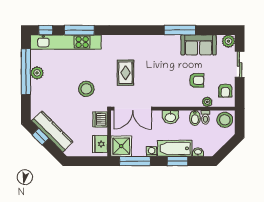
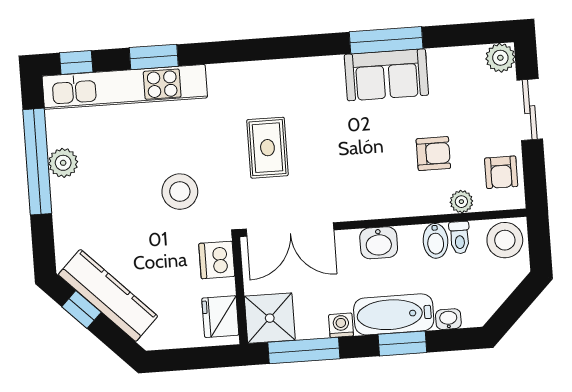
window: (79, 30) -> (154, 57), width x0.69
sofa: (199, 45) -> (386, 75), moved

